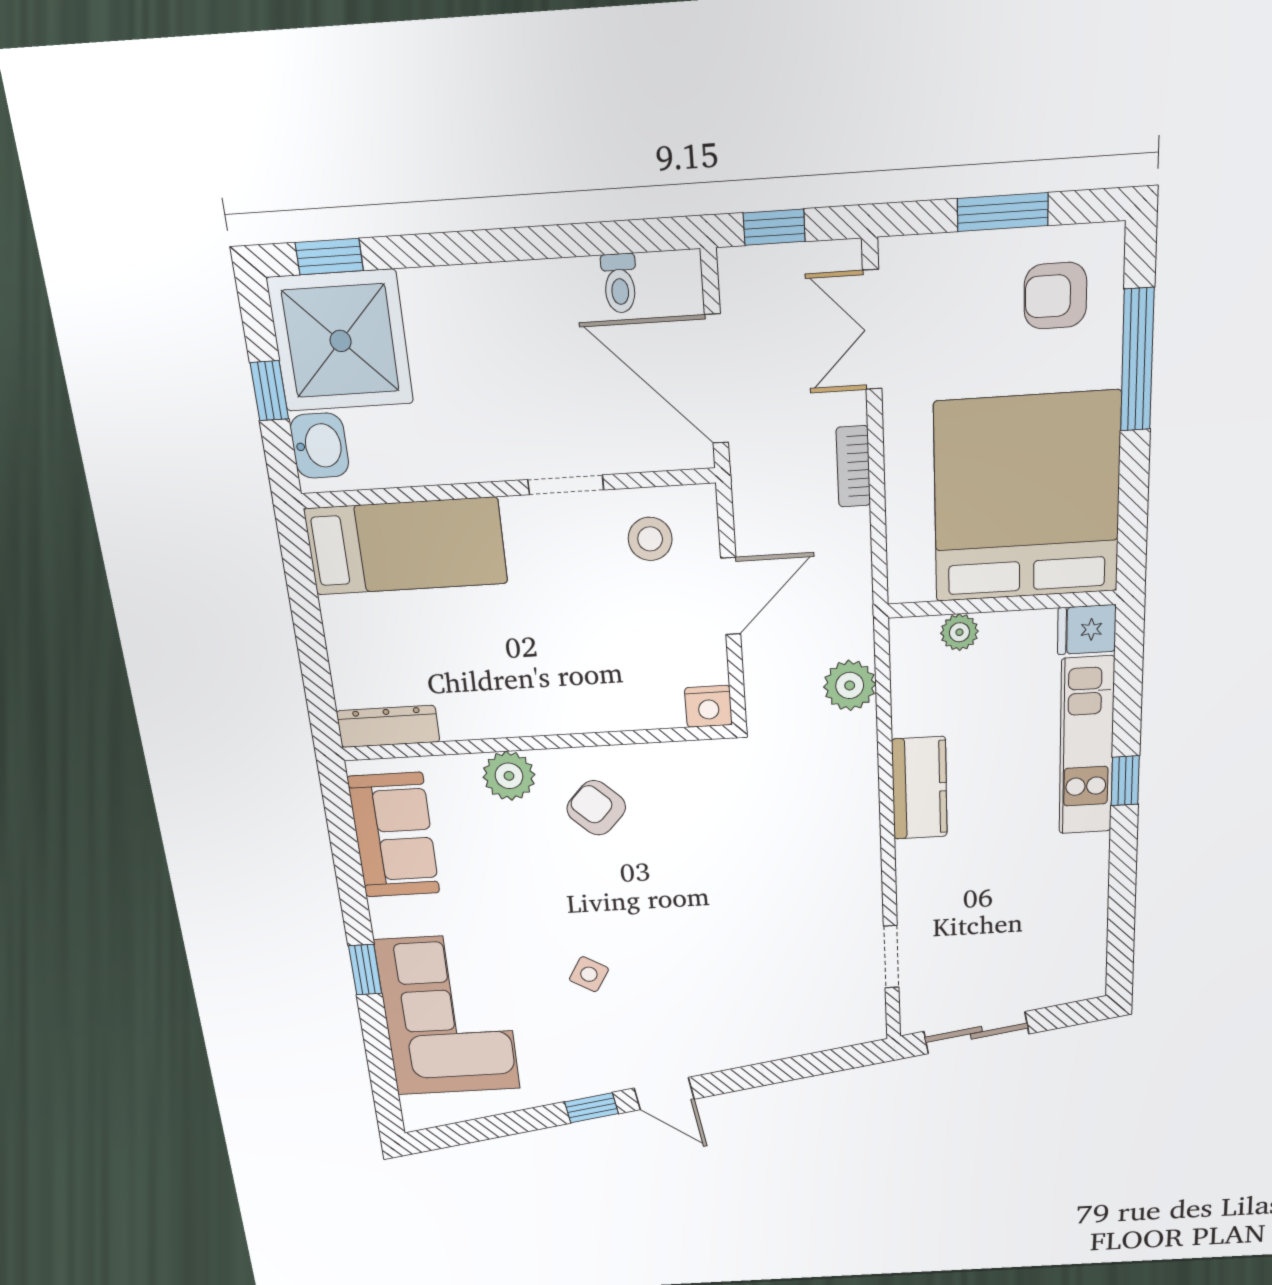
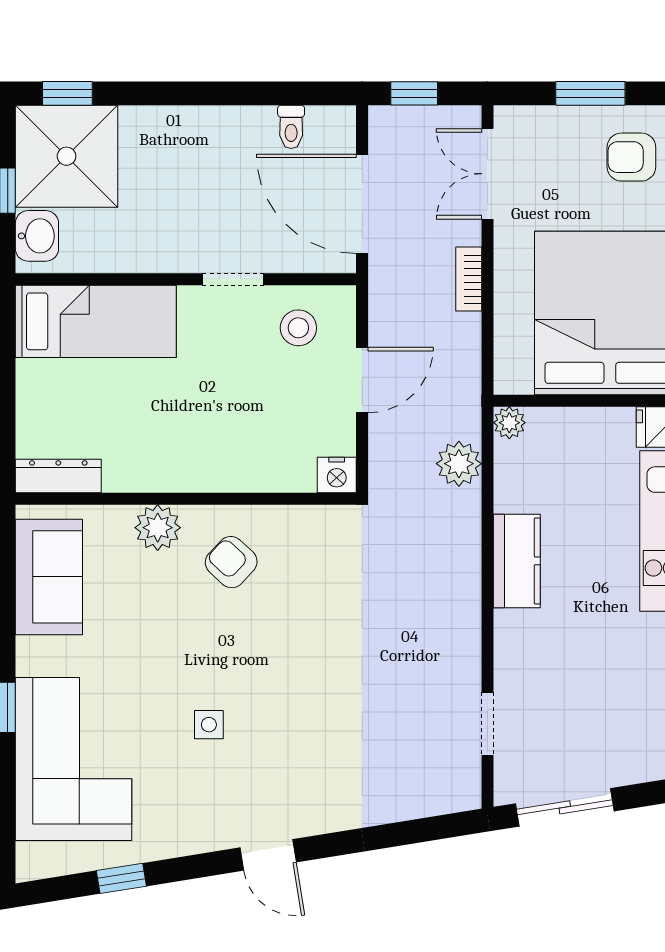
plant: (959, 632) -> (509, 423), moved
side table: (589, 974) -> (209, 725), turned -31
window: (592, 1108) -> (121, 878), moved

